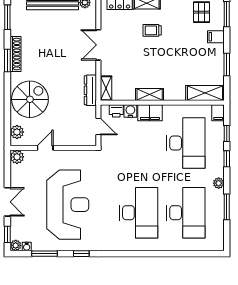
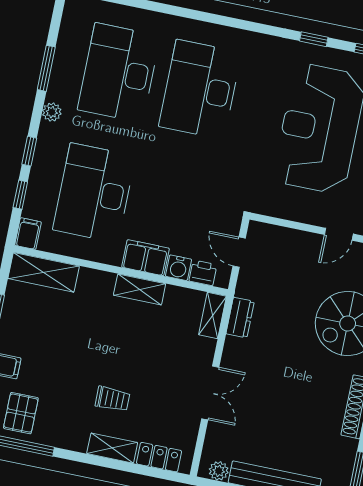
dresser: (90, 90) -> (240, 318), width x0.70

